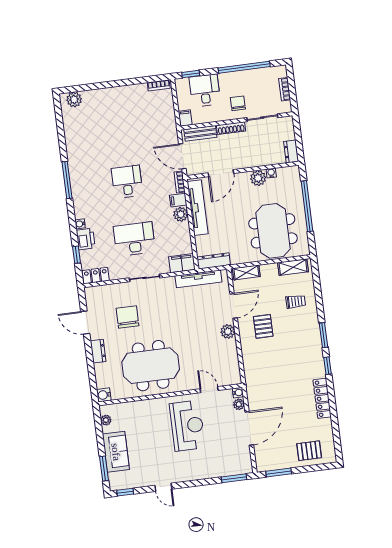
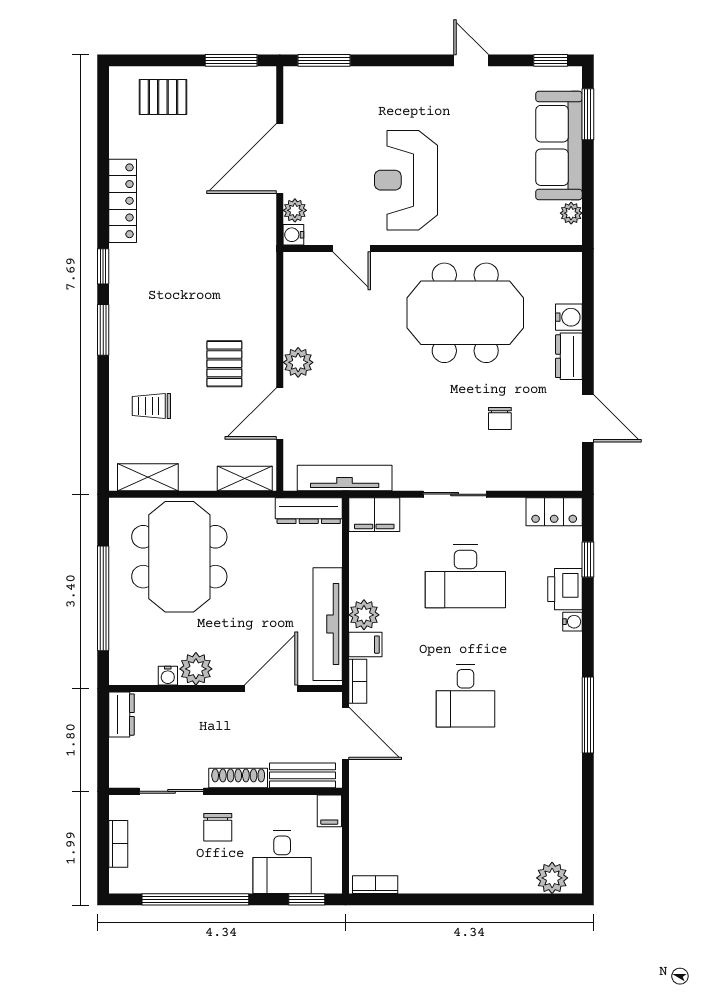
chair: (127, 317) -> (500, 419), width x0.54, depth x0.54
water cooler: (104, 395) -> (569, 317), moved
sofa: (116, 452) -> (559, 145), width x1.36

